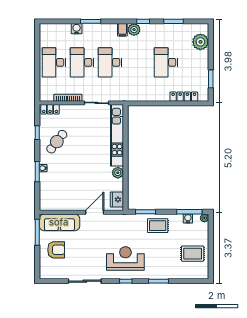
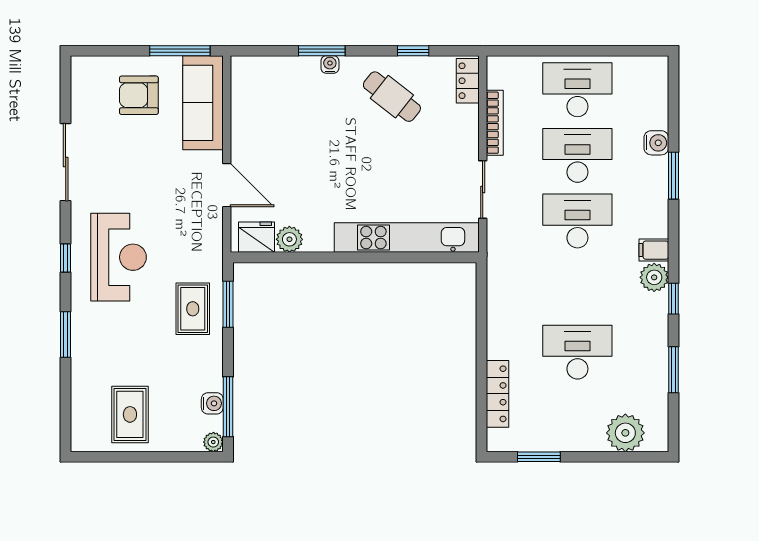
plant: (118, 173) -> (289, 239), moved
rug: (158, 226) -> (193, 309), moved
armchair: (56, 250) -> (139, 95), turned 90

